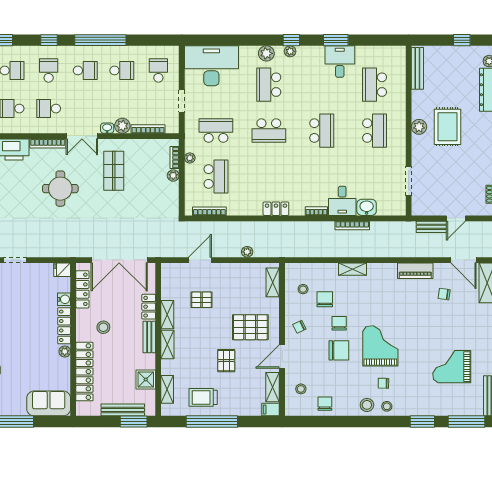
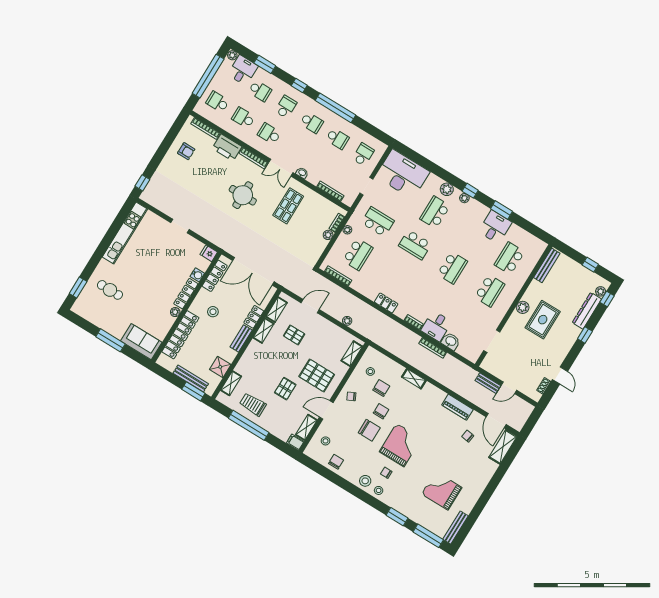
plant: (122, 126) -> (314, 178), removed
shelving: (167, 345) -> (276, 310), moved

